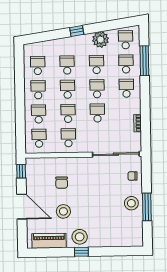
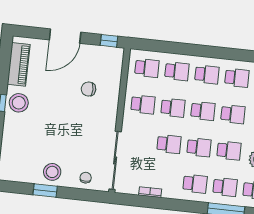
window: (147, 207) -> (45, 191), width x0.69
stool: (63, 211) -> (53, 87), removed

